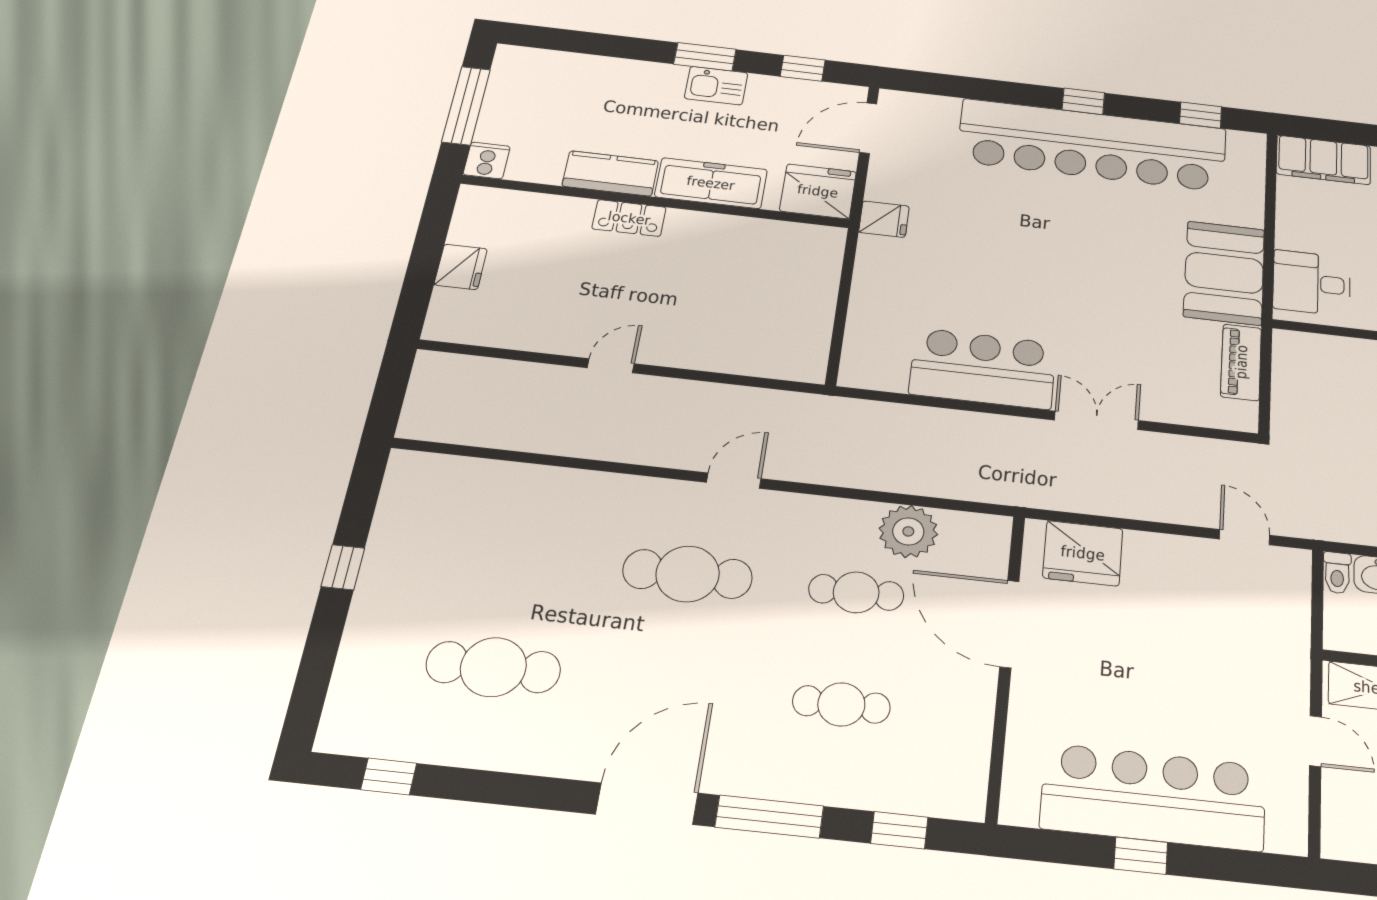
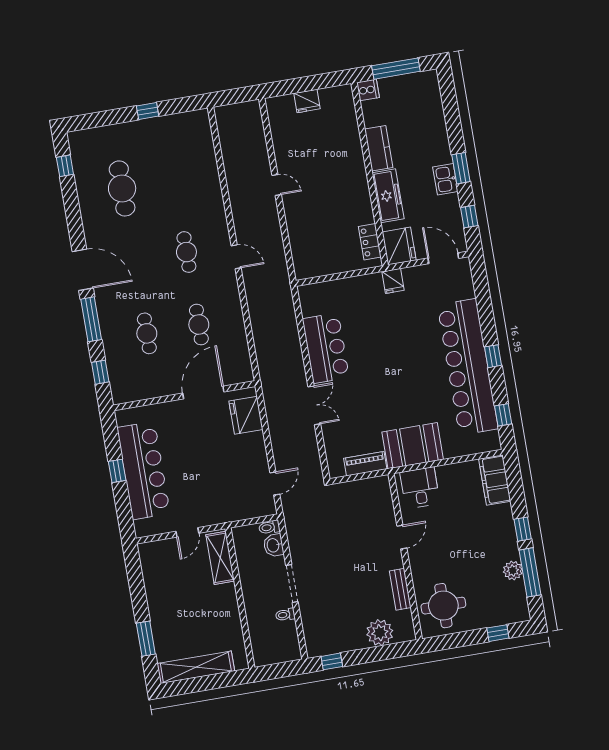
locker: (629, 218) -> (370, 242), moved
plant: (908, 531) -> (234, 338), removed
cafe table: (688, 574) -> (186, 252), width x0.73, depth x0.74

